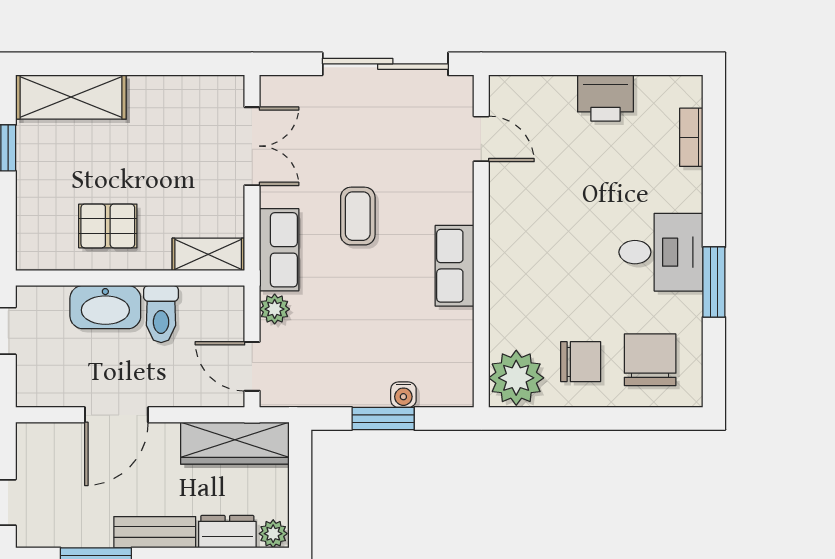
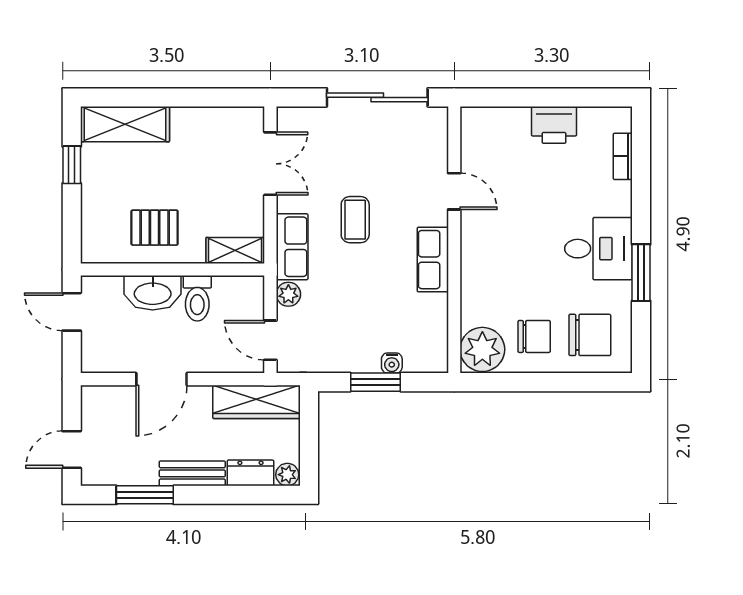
door: (481, 139) -> (454, 191), moved
chair: (650, 360) -> (590, 335), turned 90

